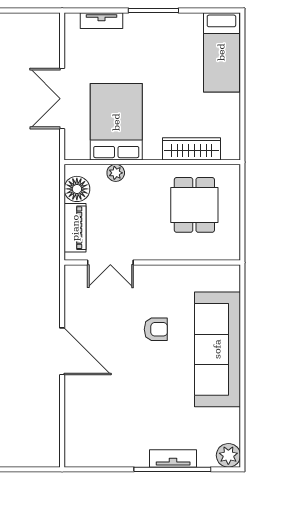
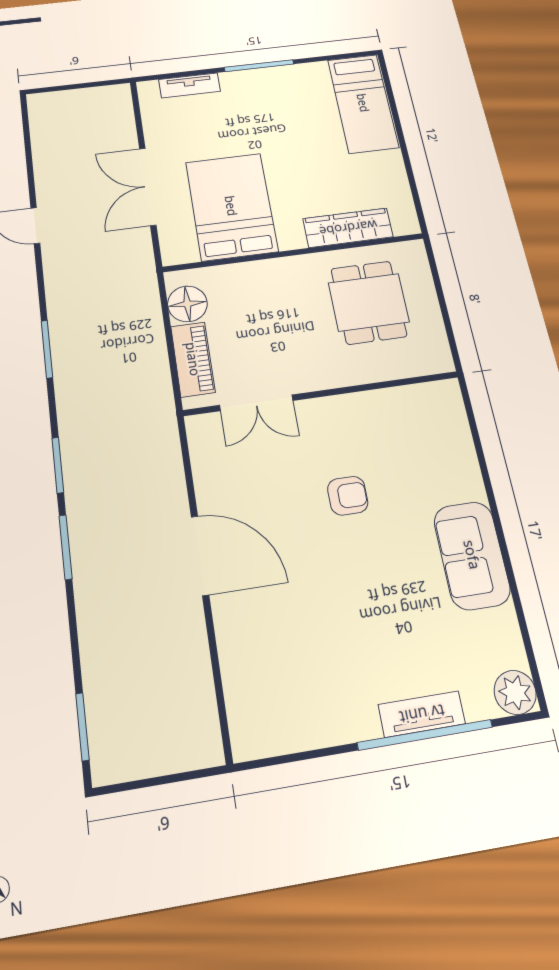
plant: (116, 173) -> (242, 274), removed
sofa: (217, 349) -> (472, 555), width x0.54, depth x0.79

